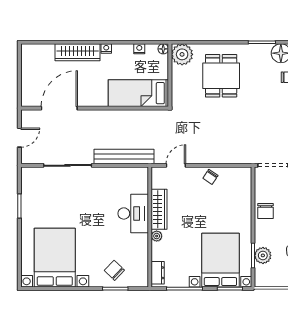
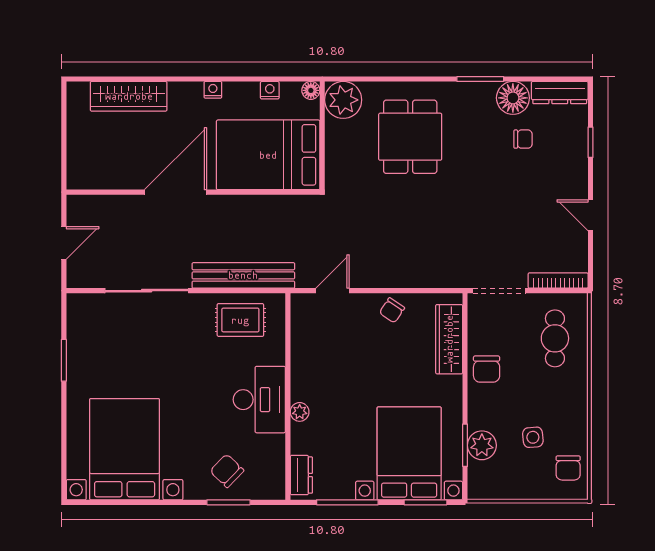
wardrobe: (78, 52) -> (129, 96), moved
bed: (138, 93) -> (268, 155), width x1.50
door: (59, 108) -> (175, 192), moved
rug: (122, 182) -> (240, 320), added
wardrobe: (159, 209) -> (449, 339), moved, turned 180
desk: (133, 213) -> (259, 400), moved

